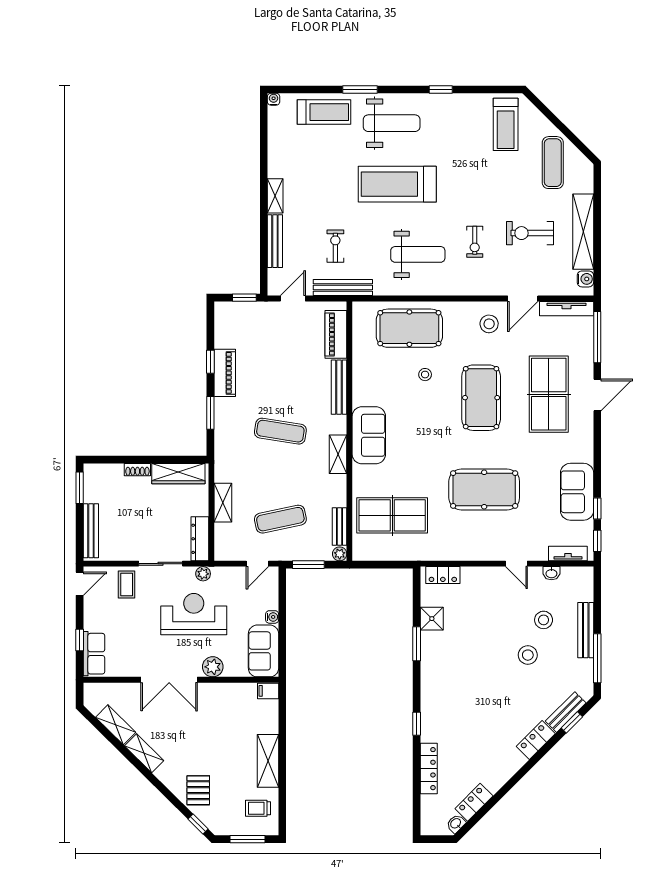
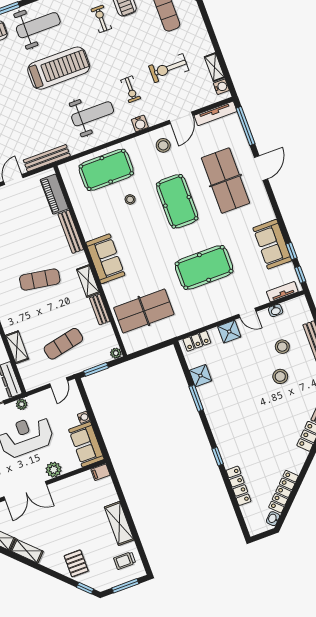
treadmill: (397, 184) -> (59, 68), turned 180
shelving: (583, 232) -> (214, 67), width x0.45, depth x0.75
exercise bike: (335, 246) -> (101, 19), moved
water cooler: (471, 287) -> (140, 123), added
bench: (339, 526) -> (100, 309), moved
shower: (486, 578) -> (229, 332), added
locker: (474, 802) -> (284, 492), width x1.53

